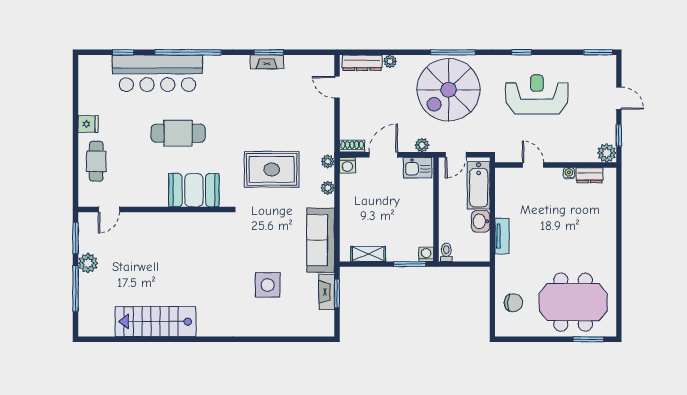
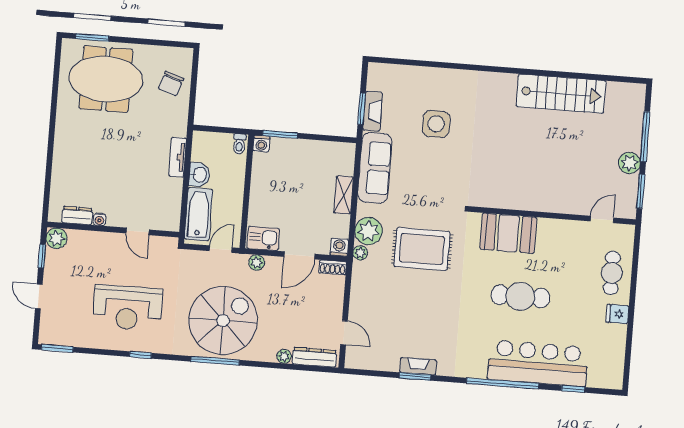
plant: (328, 188) -> (369, 231), width x1.88, depth x1.88
shelving: (368, 254) -> (344, 195), moved, turned 90
chair: (513, 303) -> (171, 84), turned -72

